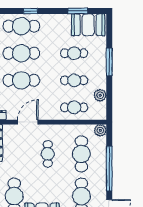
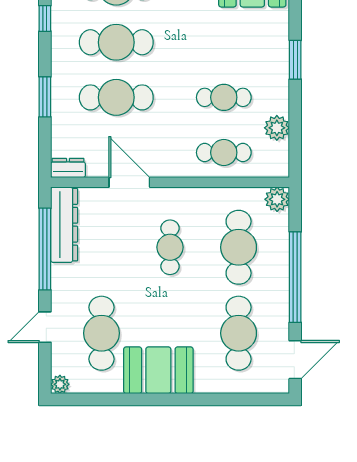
cafe table: (74, 53) -> (224, 42), removed
window: (109, 62) -> (295, 60), width x0.69
door: (28, 122) -> (129, 182), hinge flipped

